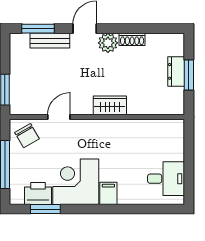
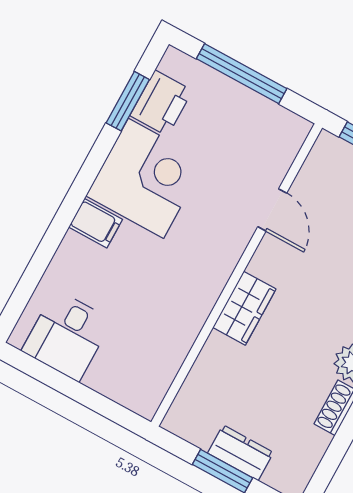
chair: (27, 136) -> (270, 138), removed

